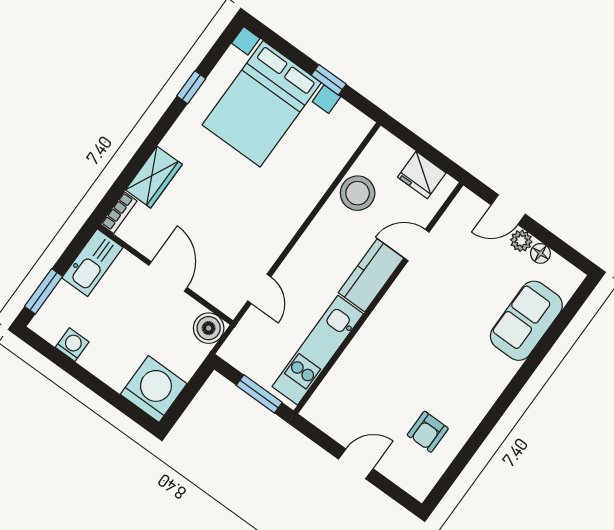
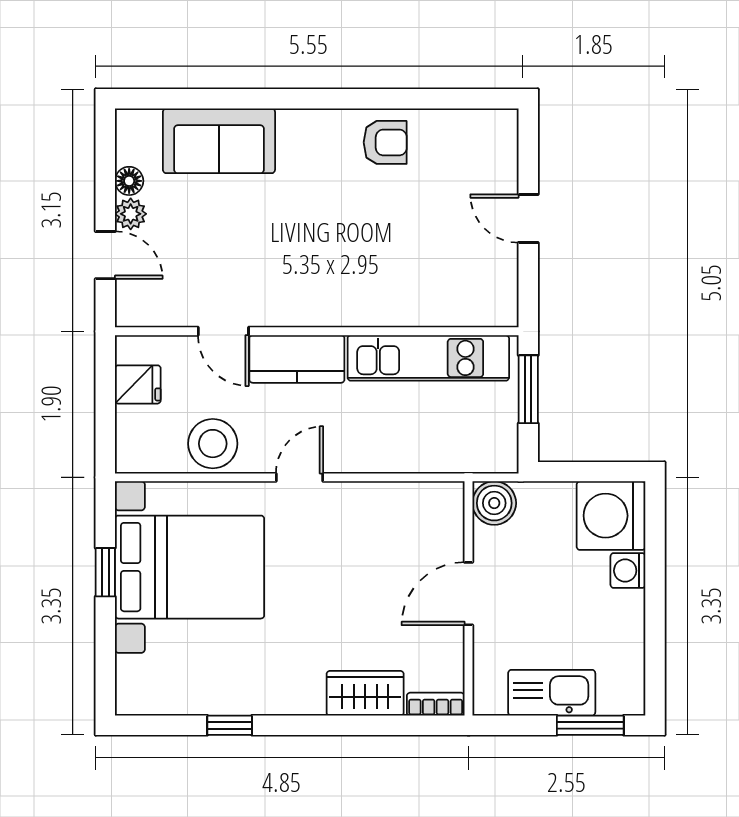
bed with nightstands: (262, 104) -> (190, 567), moved
fridge: (422, 175) -> (138, 384), width x0.72
kitchen sink: (92, 263) -> (552, 693), moved
door: (259, 289) -> (300, 477), moved
washing machine: (72, 345) -> (628, 571), moved
armchair: (428, 432) -> (385, 142), moved

